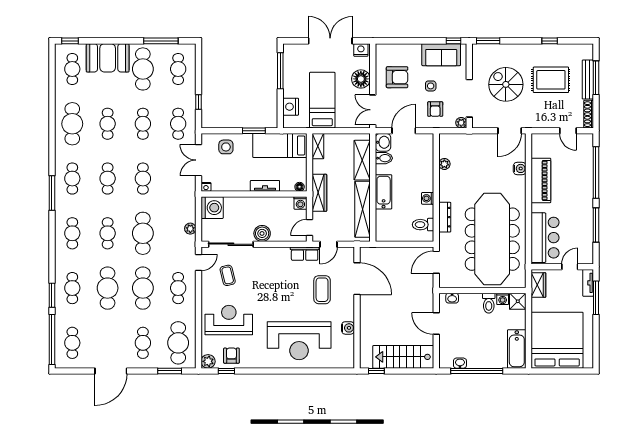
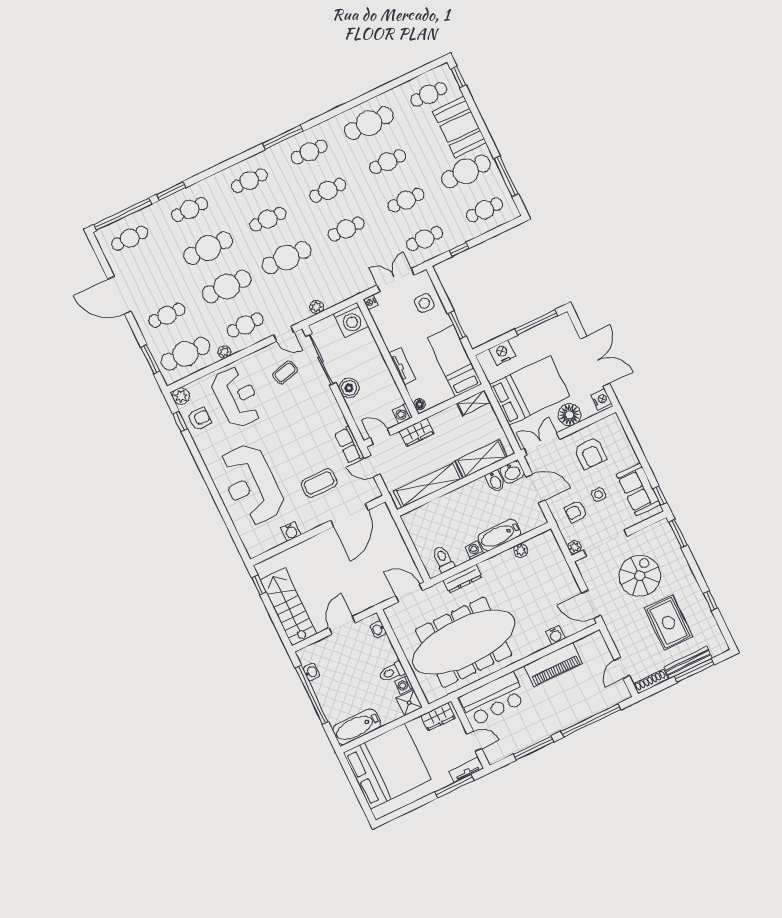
bed: (322, 100) -> (530, 390), width x1.50
bathtub: (384, 192) -> (499, 535), moved, turned 180
wardrobe: (319, 193) -> (417, 432), width x0.67
plant: (191, 313) -> (224, 352), added

